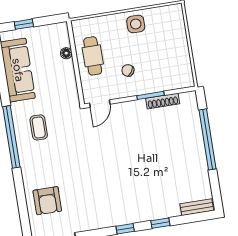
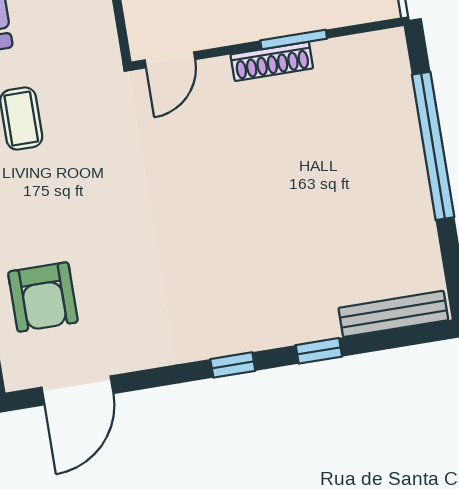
shoe rack: (163, 101) -> (272, 61), moved
bench: (197, 207) -> (393, 314), width x1.36

